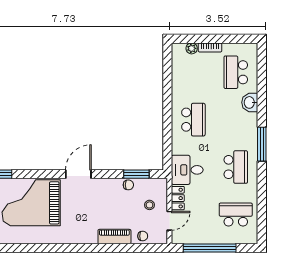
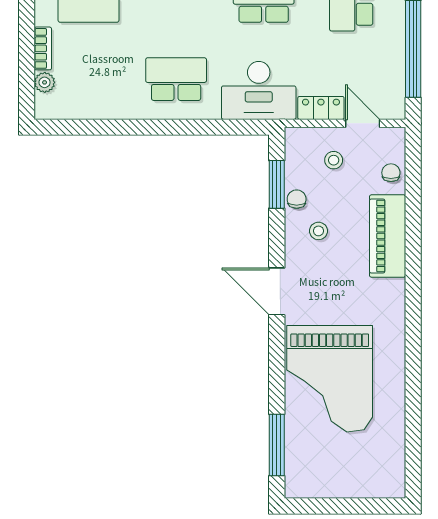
desk: (187, 170) -> (259, 90), width x1.37
stool: (111, 197) -> (318, 231), added
piano: (114, 237) -> (388, 236), width x1.37, depth x1.33

